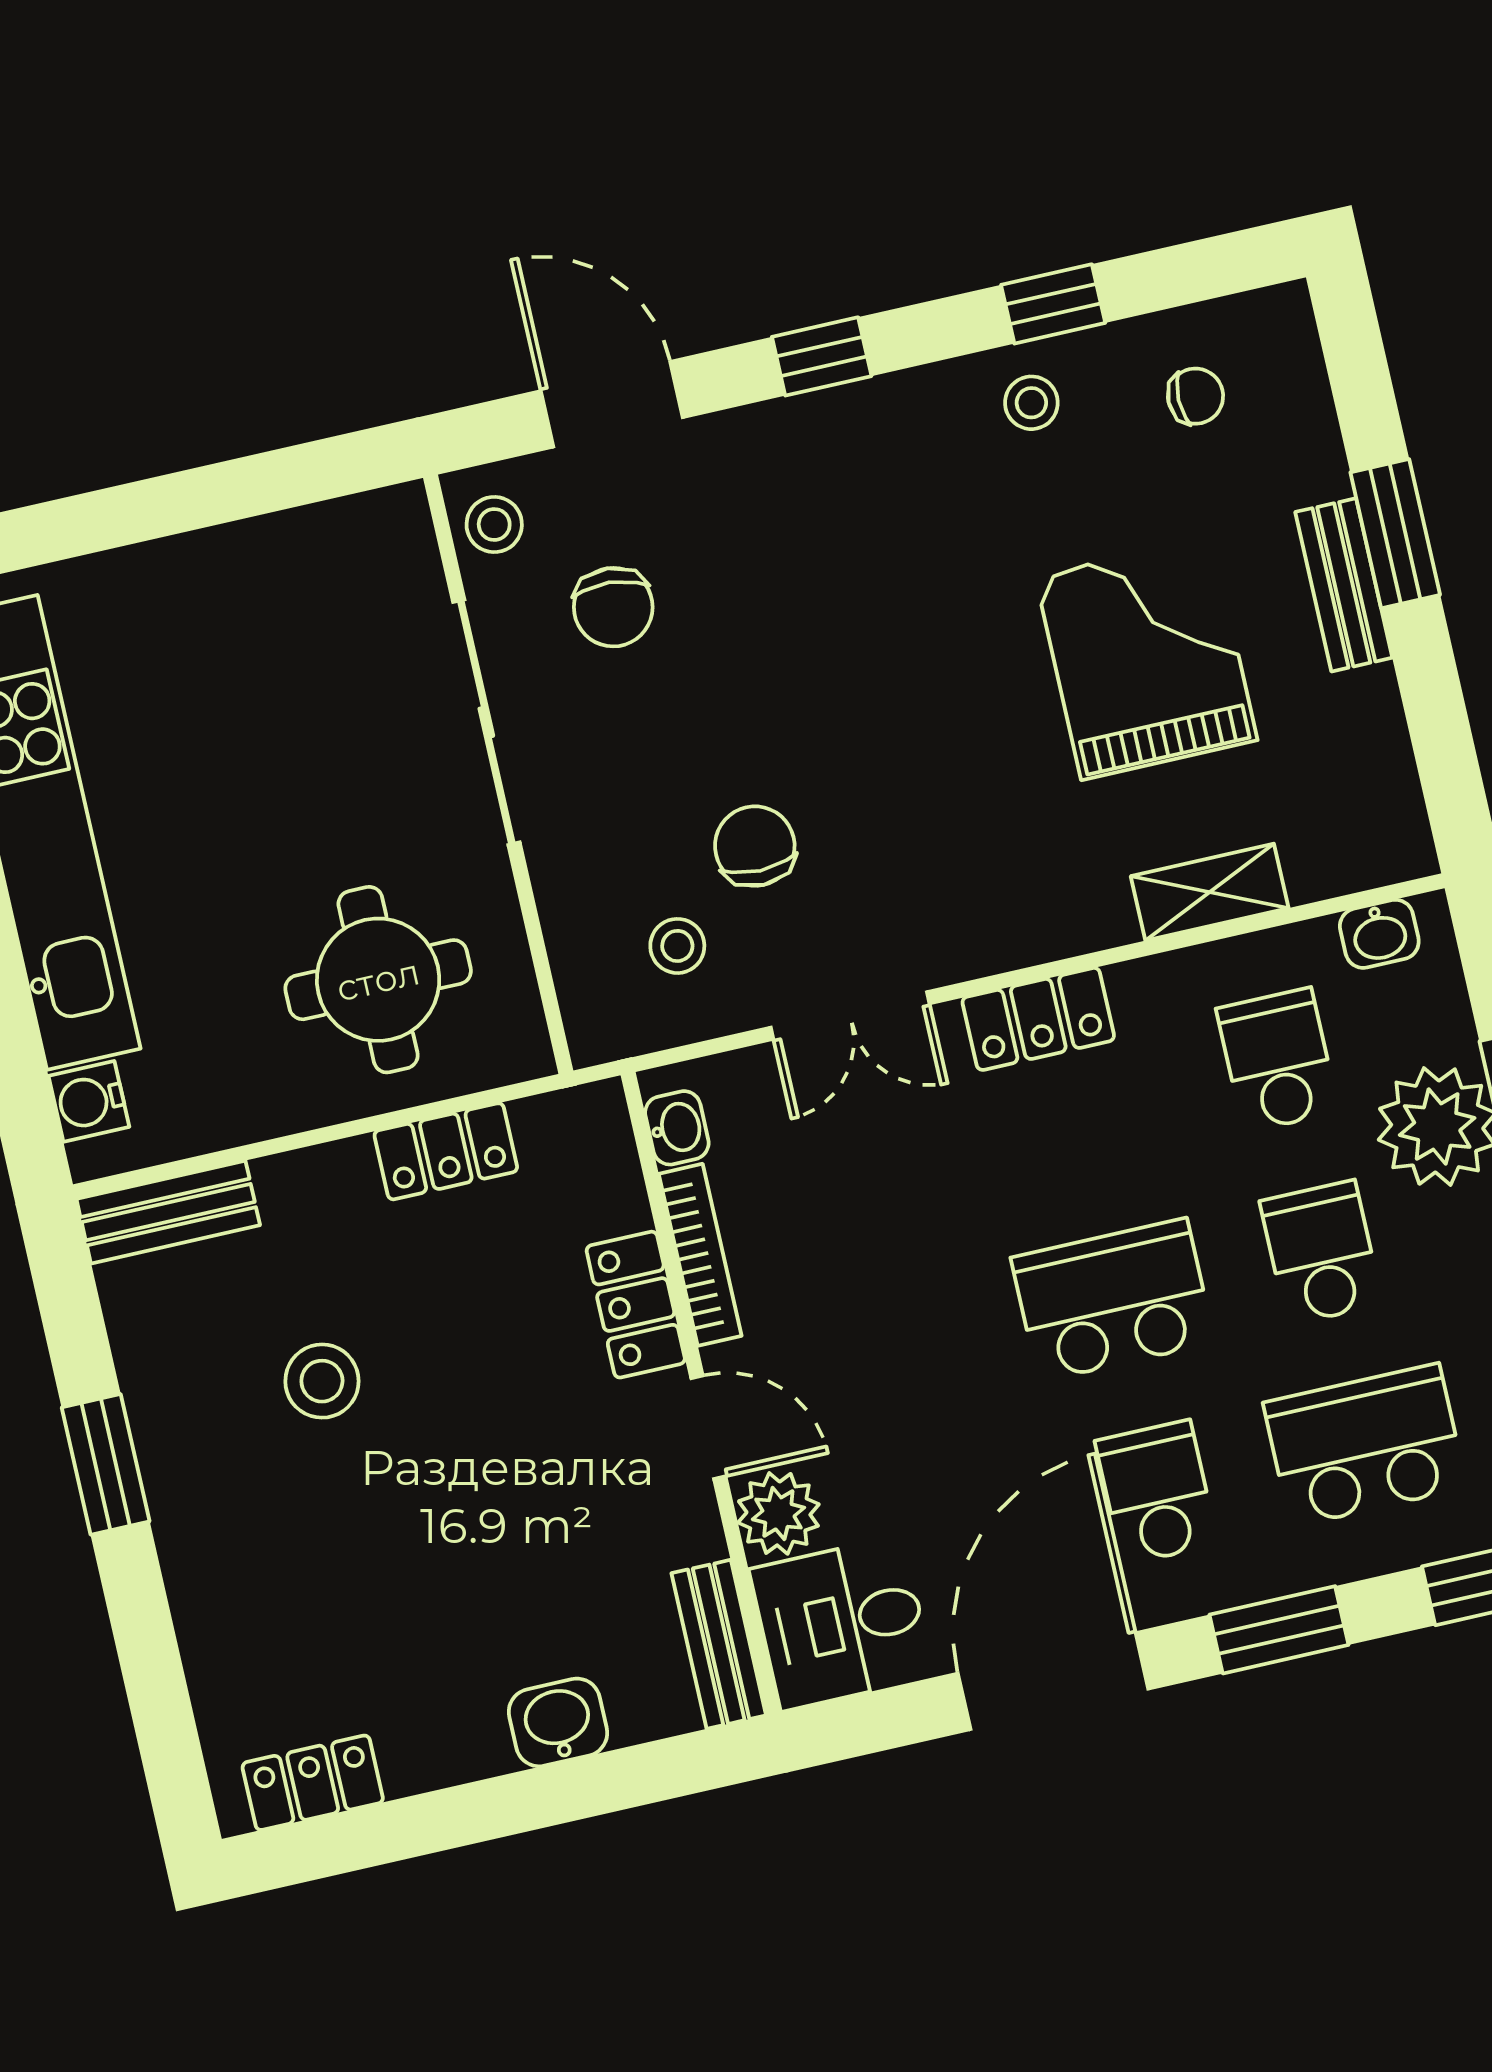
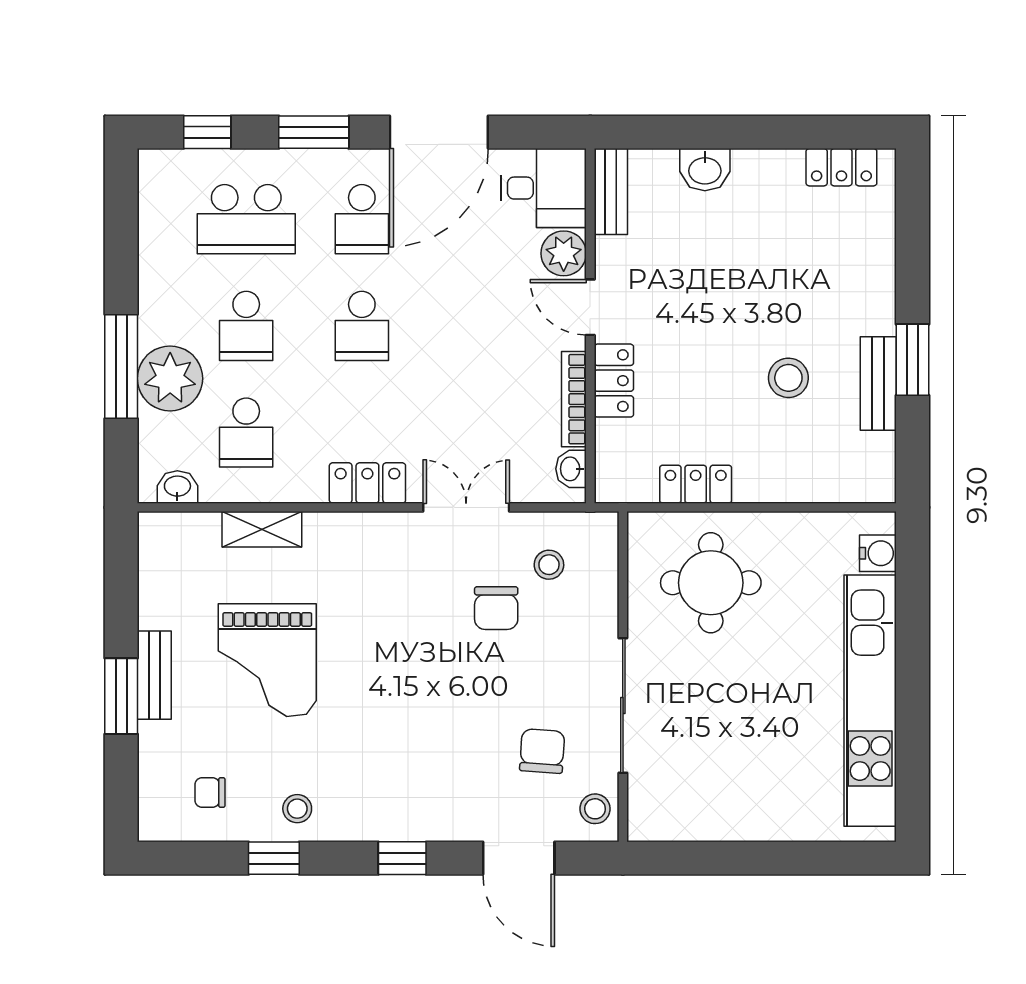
bench: (168, 1212) -> (878, 384), moved, turned 90
school desk: (1113, 1300) -> (362, 326), width x0.54

